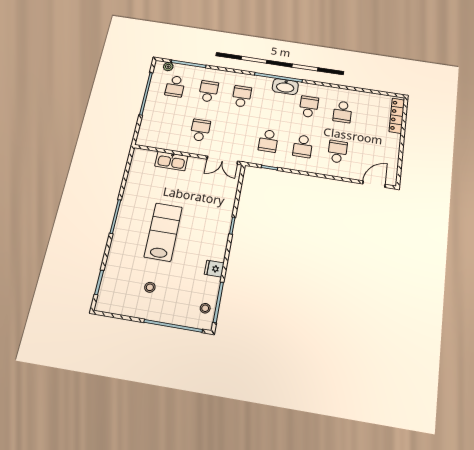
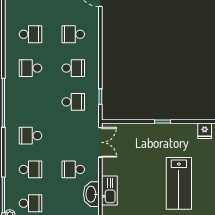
washbasin: (285, 87) -> (91, 194), moved, turned 180
school desk: (208, 91) -> (30, 169), turned 180
lab bench: (163, 232) -> (179, 183), turned -90

